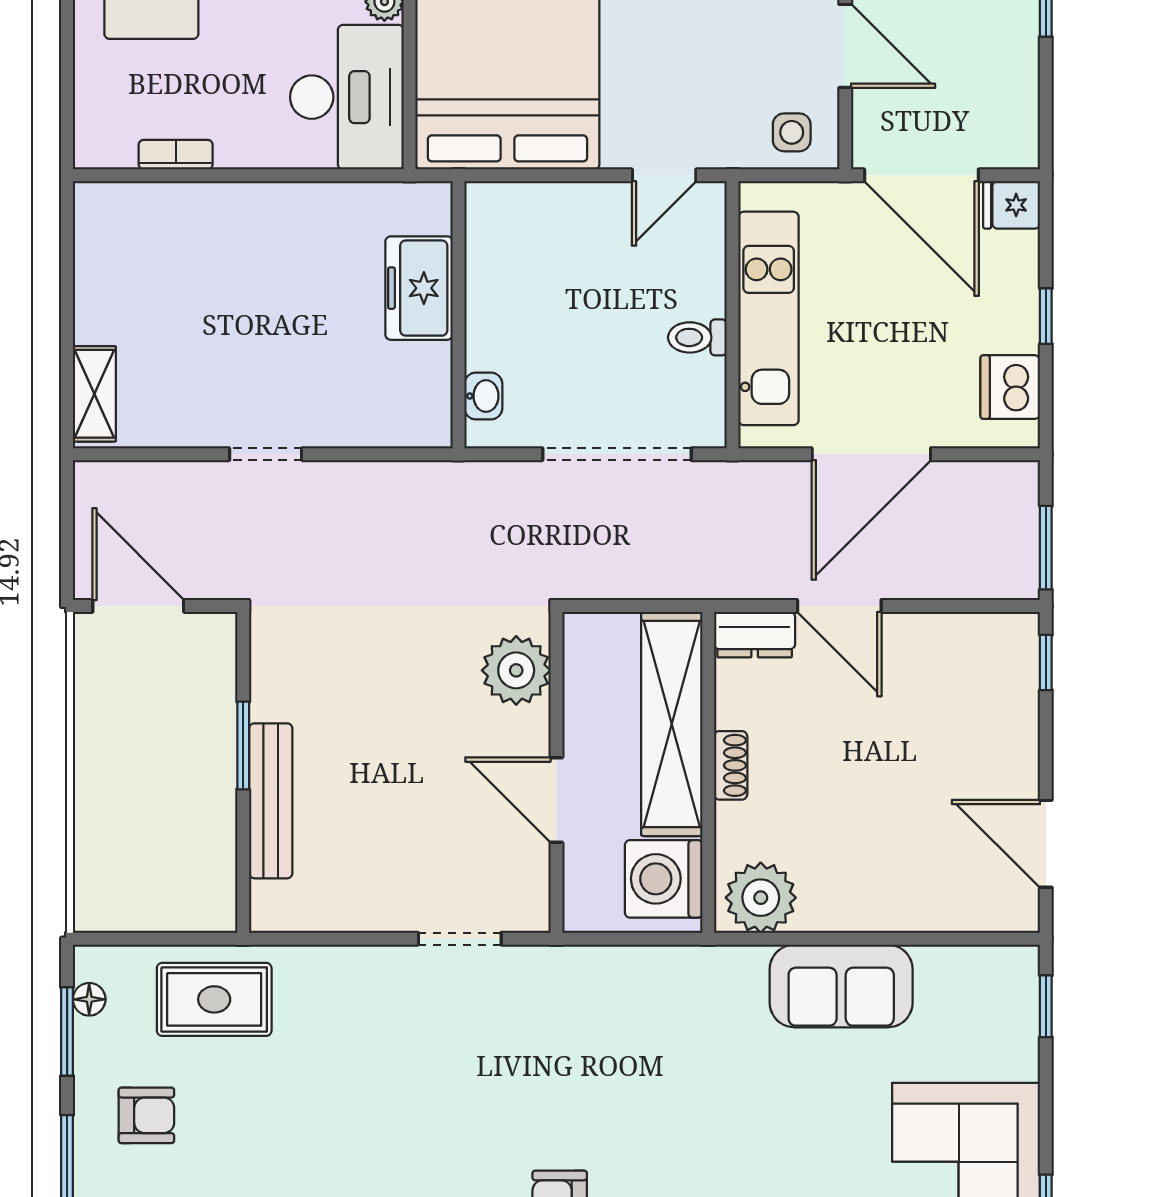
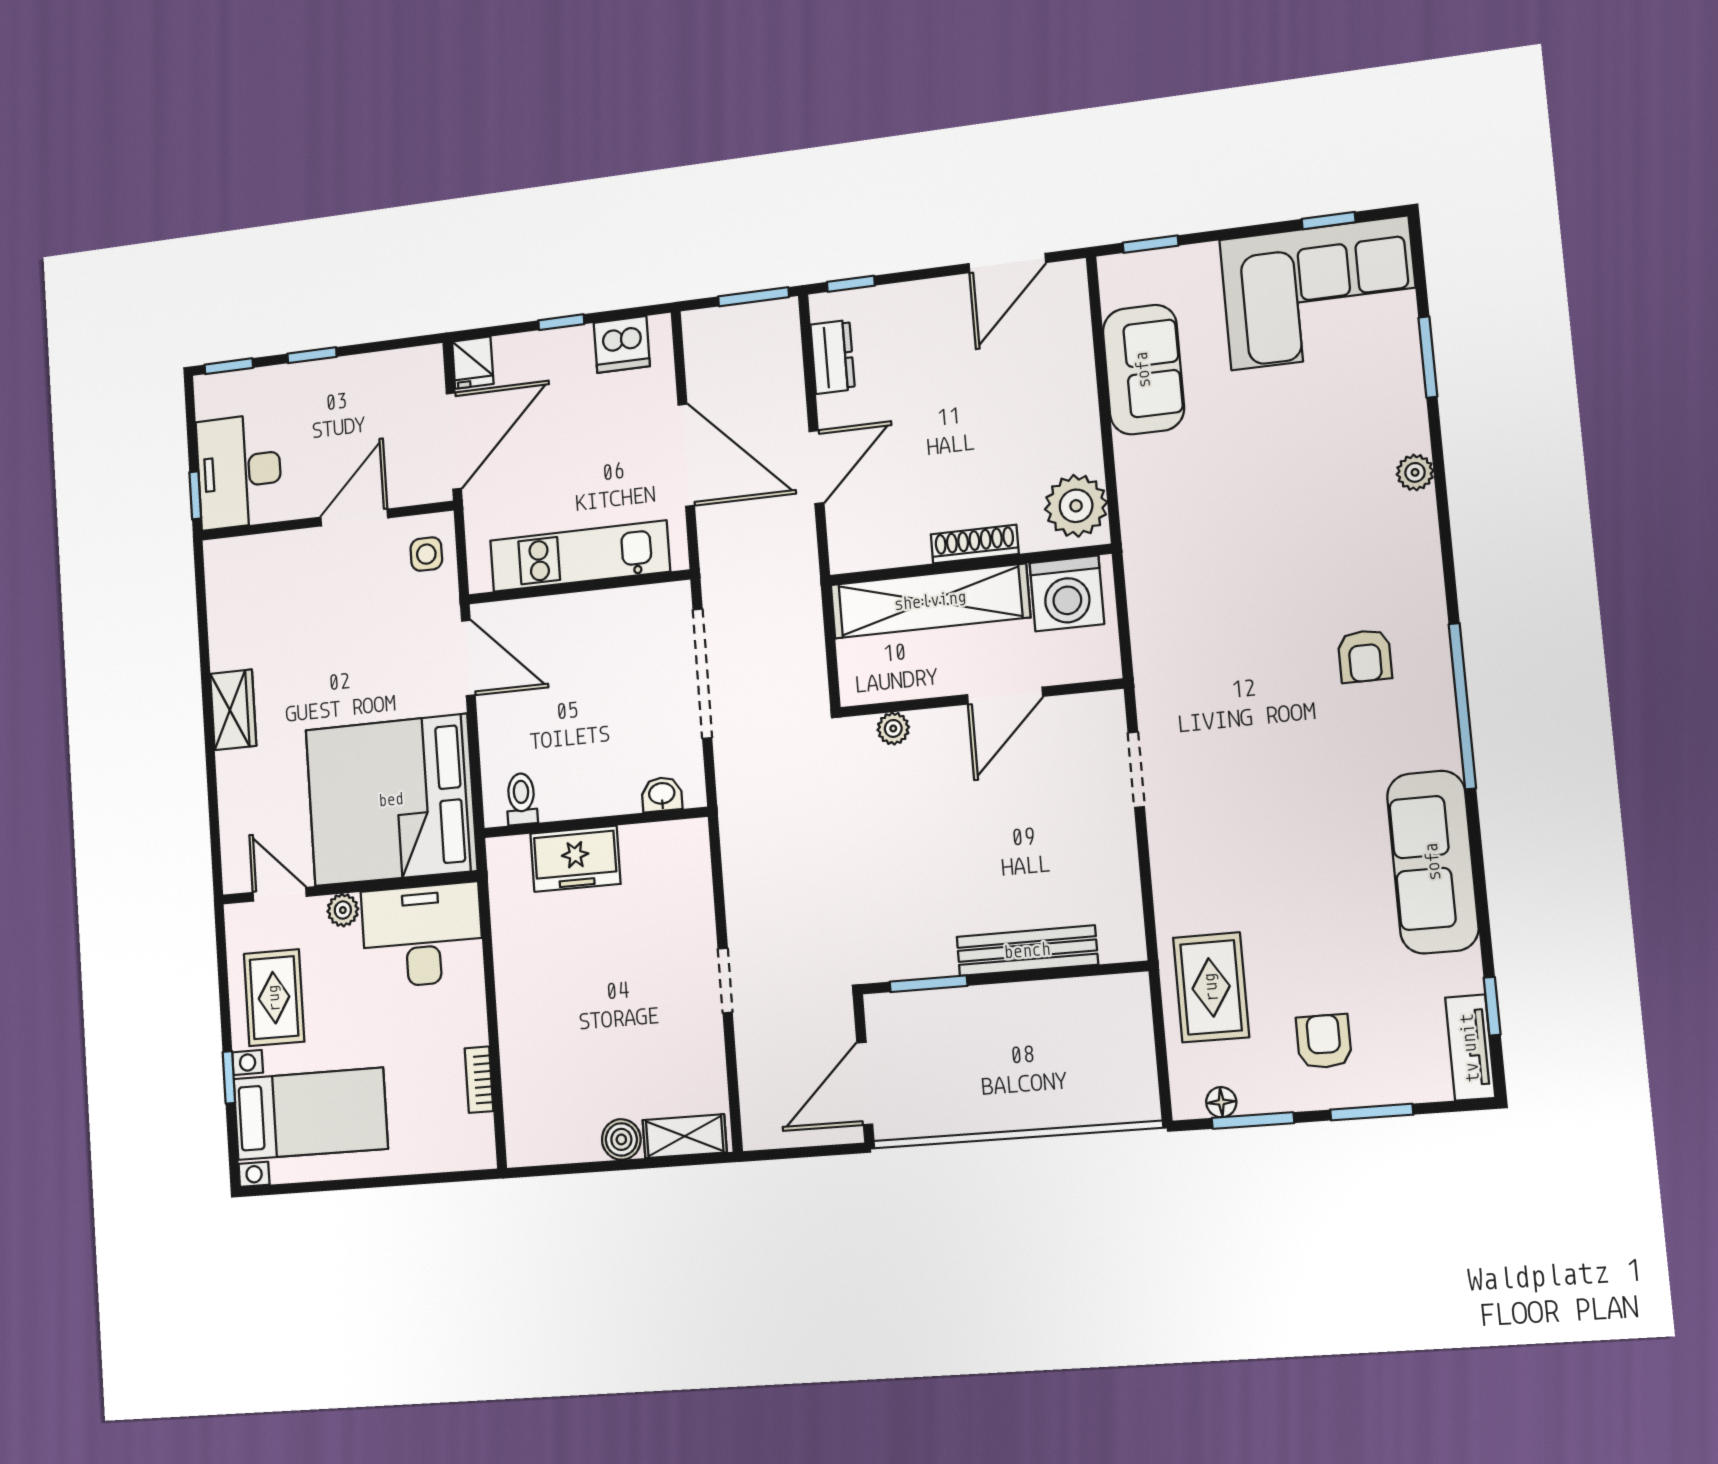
door: (664, 175) -> (468, 658), width x1.38
boiler: (96, 319) -> (621, 1139), added
toilet: (697, 337) -> (521, 799), moved, turned 180
dresser: (755, 635) -> (833, 357), moved
plant: (516, 670) -> (893, 728), width x0.53, depth x0.53
window: (243, 745) -> (929, 984), moved
shoe rack: (731, 765) -> (975, 544), width x1.43
sofa: (841, 986) -> (1143, 370), moved

